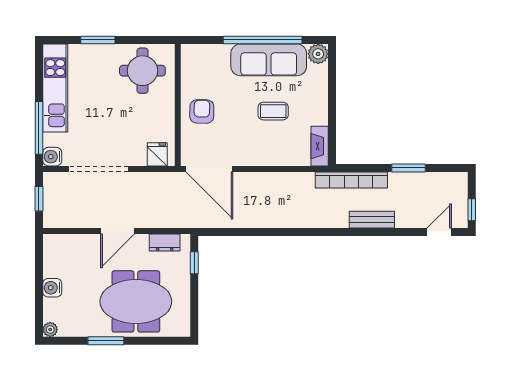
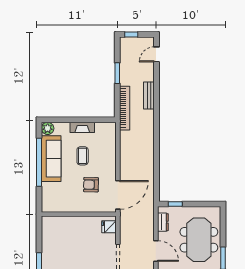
round table: (142, 71) -> (58, 236), removed
armchair: (202, 111) -> (91, 185), moved
fireplace: (320, 146) -> (82, 127), moved
window: (472, 210) -> (131, 34), moved
door: (439, 232) -> (156, 54), hinge flipped

